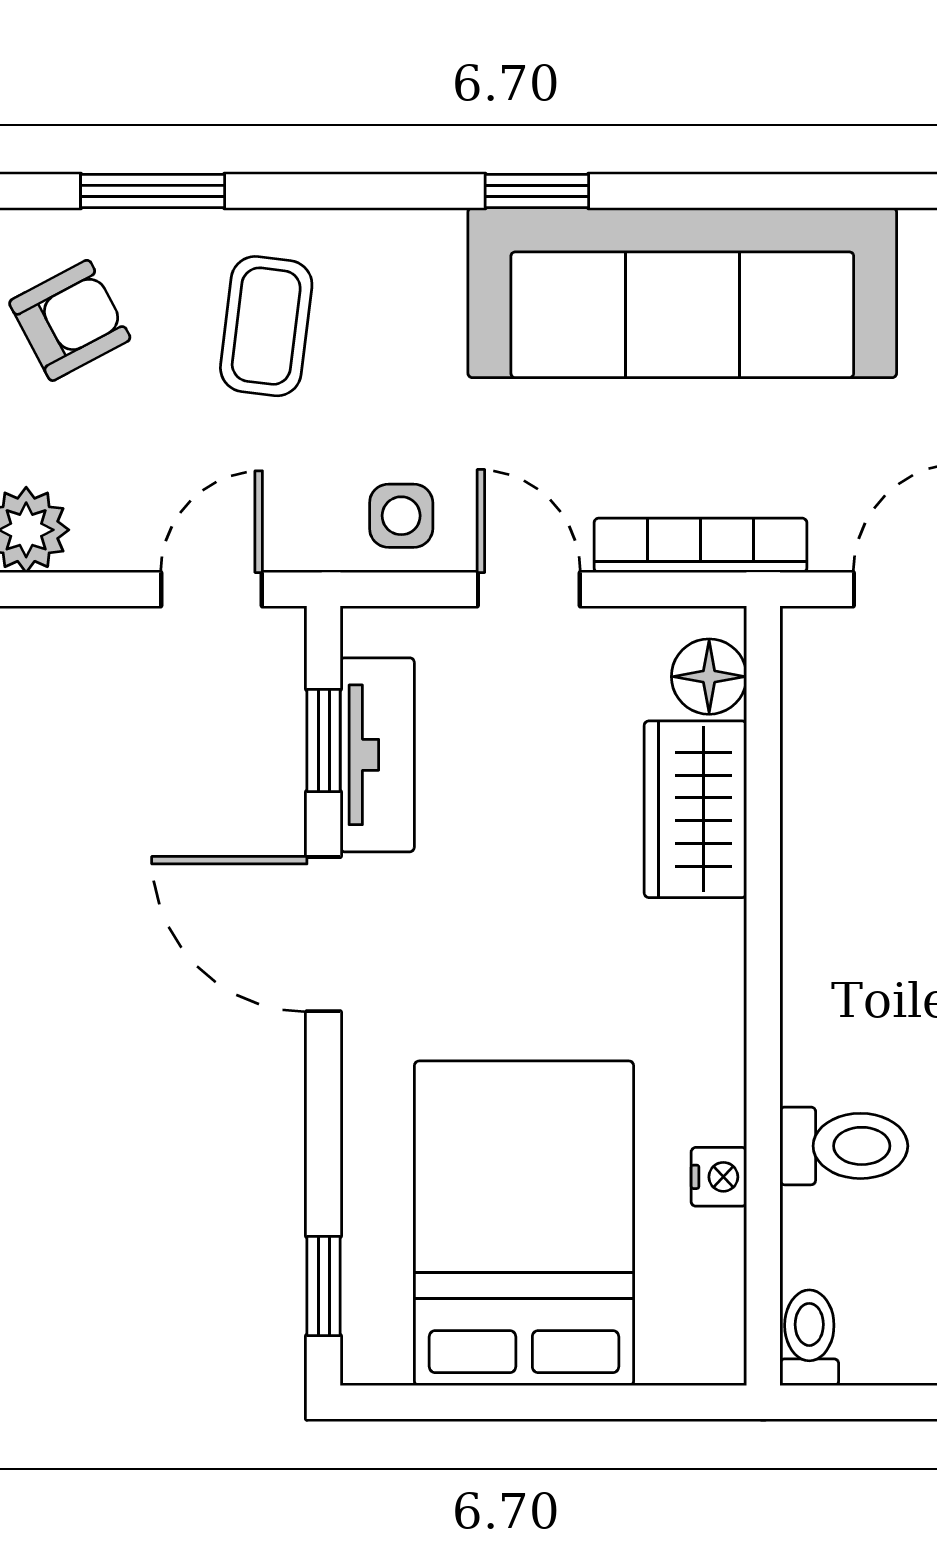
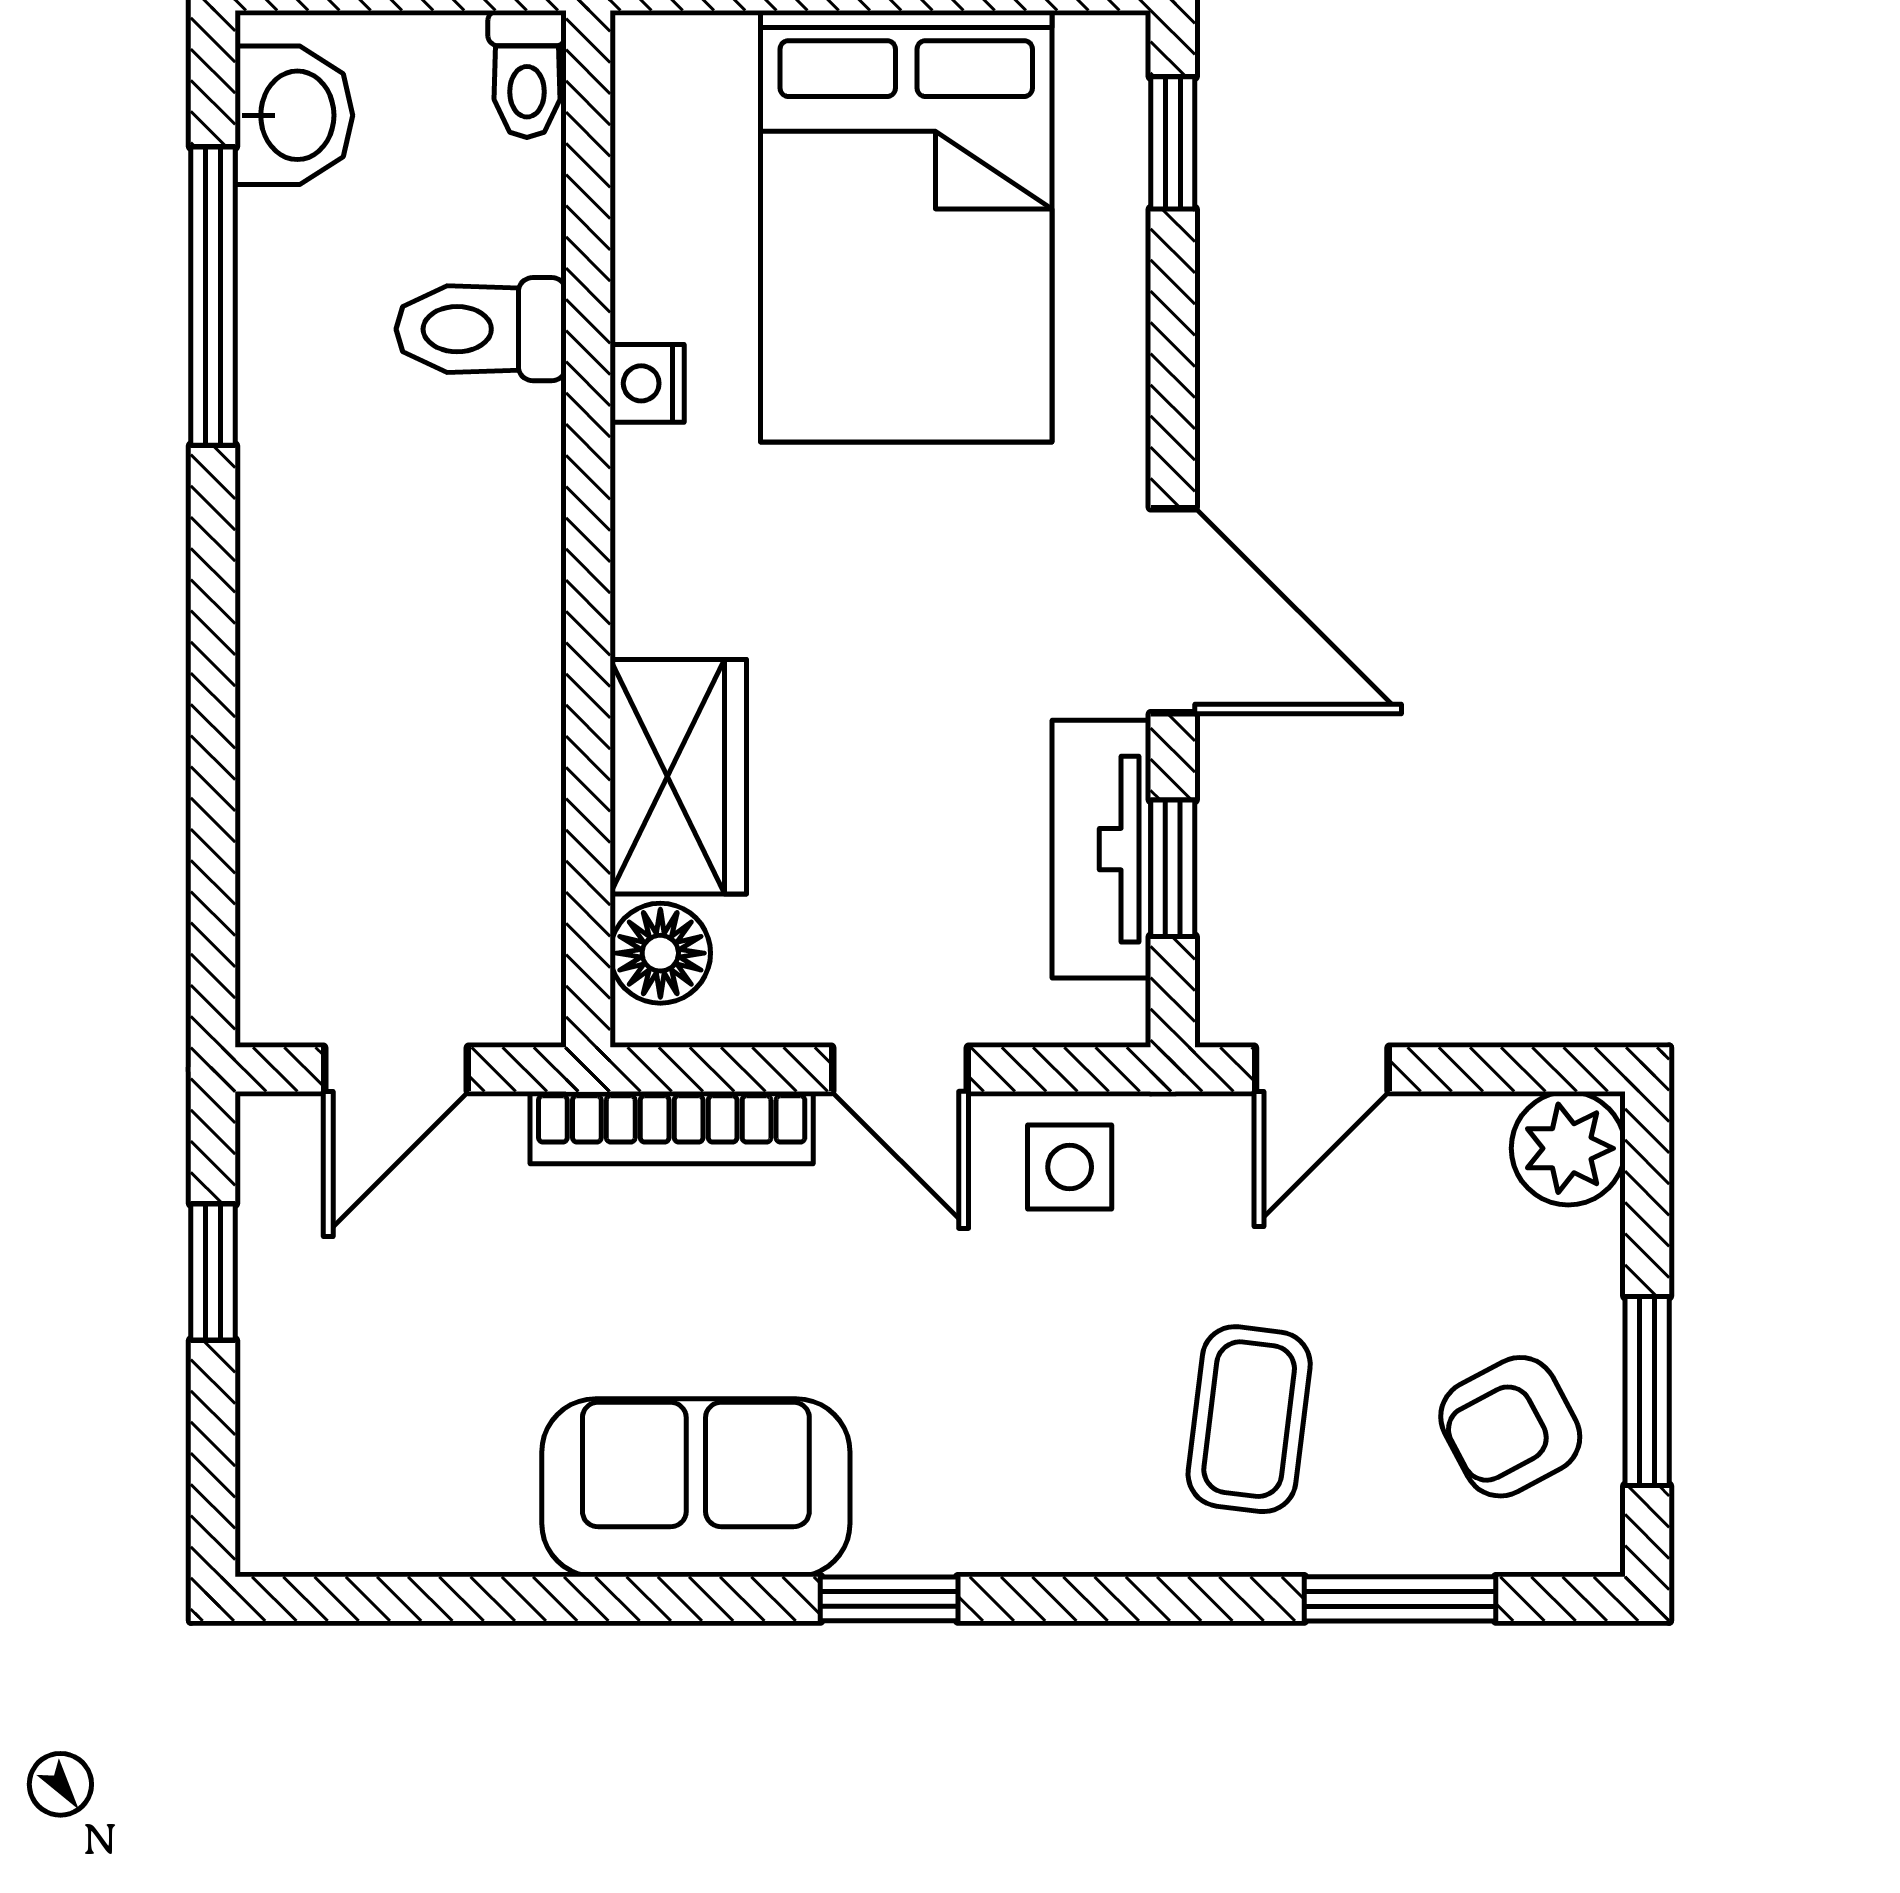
sofa: (682, 293) -> (696, 1488), width x0.54, depth x0.79
nightstand: (719, 1177) -> (647, 383), moved

